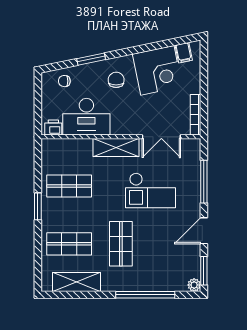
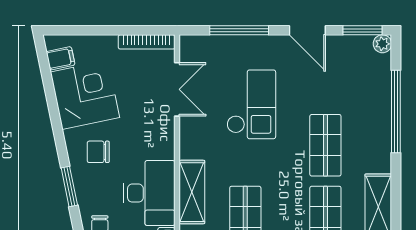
shelving: (116, 148) -> (192, 192), moved
shop shelf: (121, 244) -> (325, 145), turned 90

